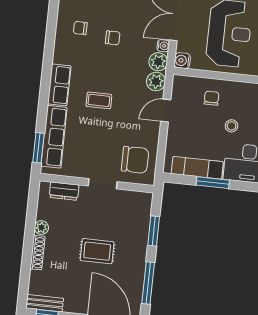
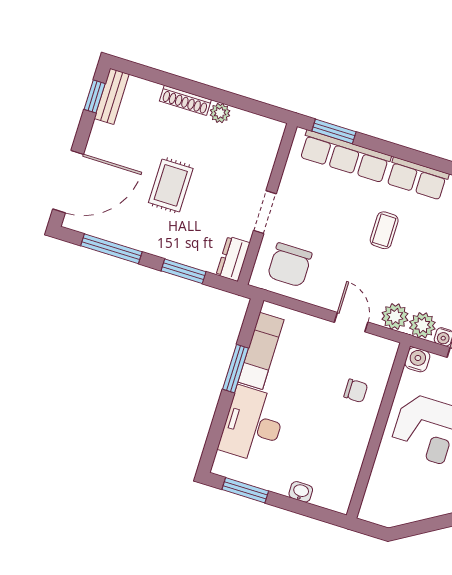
stool: (231, 126) -> (311, 411), removed
dresser: (64, 191) -> (233, 259), moved

